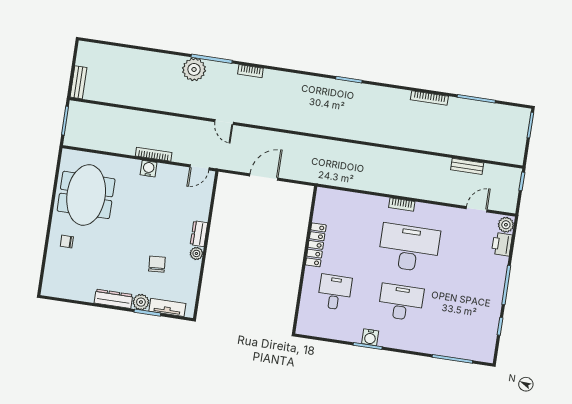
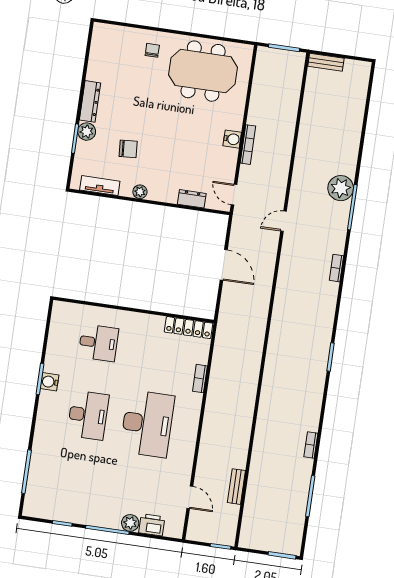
bookcase: (250, 71) -> (336, 268), moved
bookcase: (429, 98) -> (311, 445), width x0.64
bookcase: (402, 205) -> (200, 379), moved
plant: (506, 225) -> (130, 523), moved
dresser: (199, 234) -> (192, 199), moved
locker: (316, 245) -> (189, 328), moved
tv unit: (167, 307) -> (100, 186), moved, turned -90

